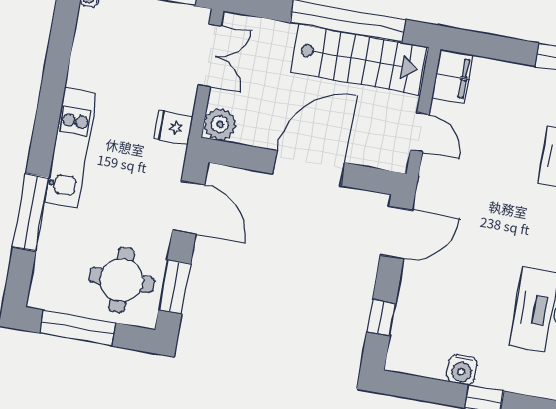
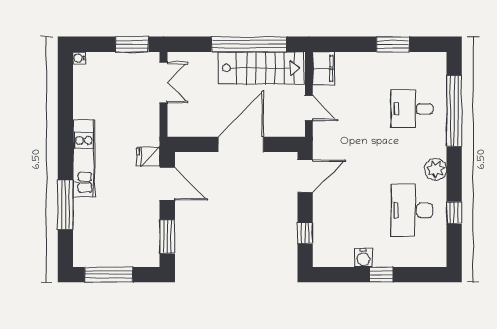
plant: (220, 124) -> (178, 126), removed
fridge: (173, 127) -> (148, 157), moved
round table: (122, 280) -> (132, 238), removed

